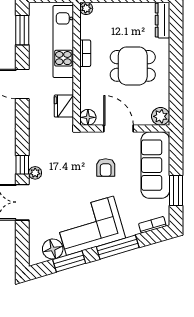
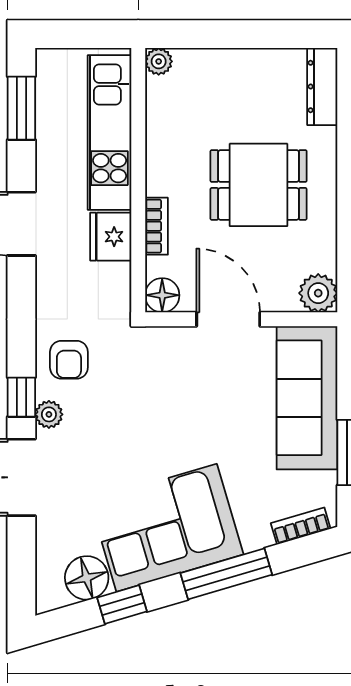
bookcase: (85, 53) -> (156, 226), moved
fridge: (64, 106) -> (111, 237), moved
armchair: (106, 168) -> (69, 360), moved
window: (69, 261) -> (122, 605), width x0.67

